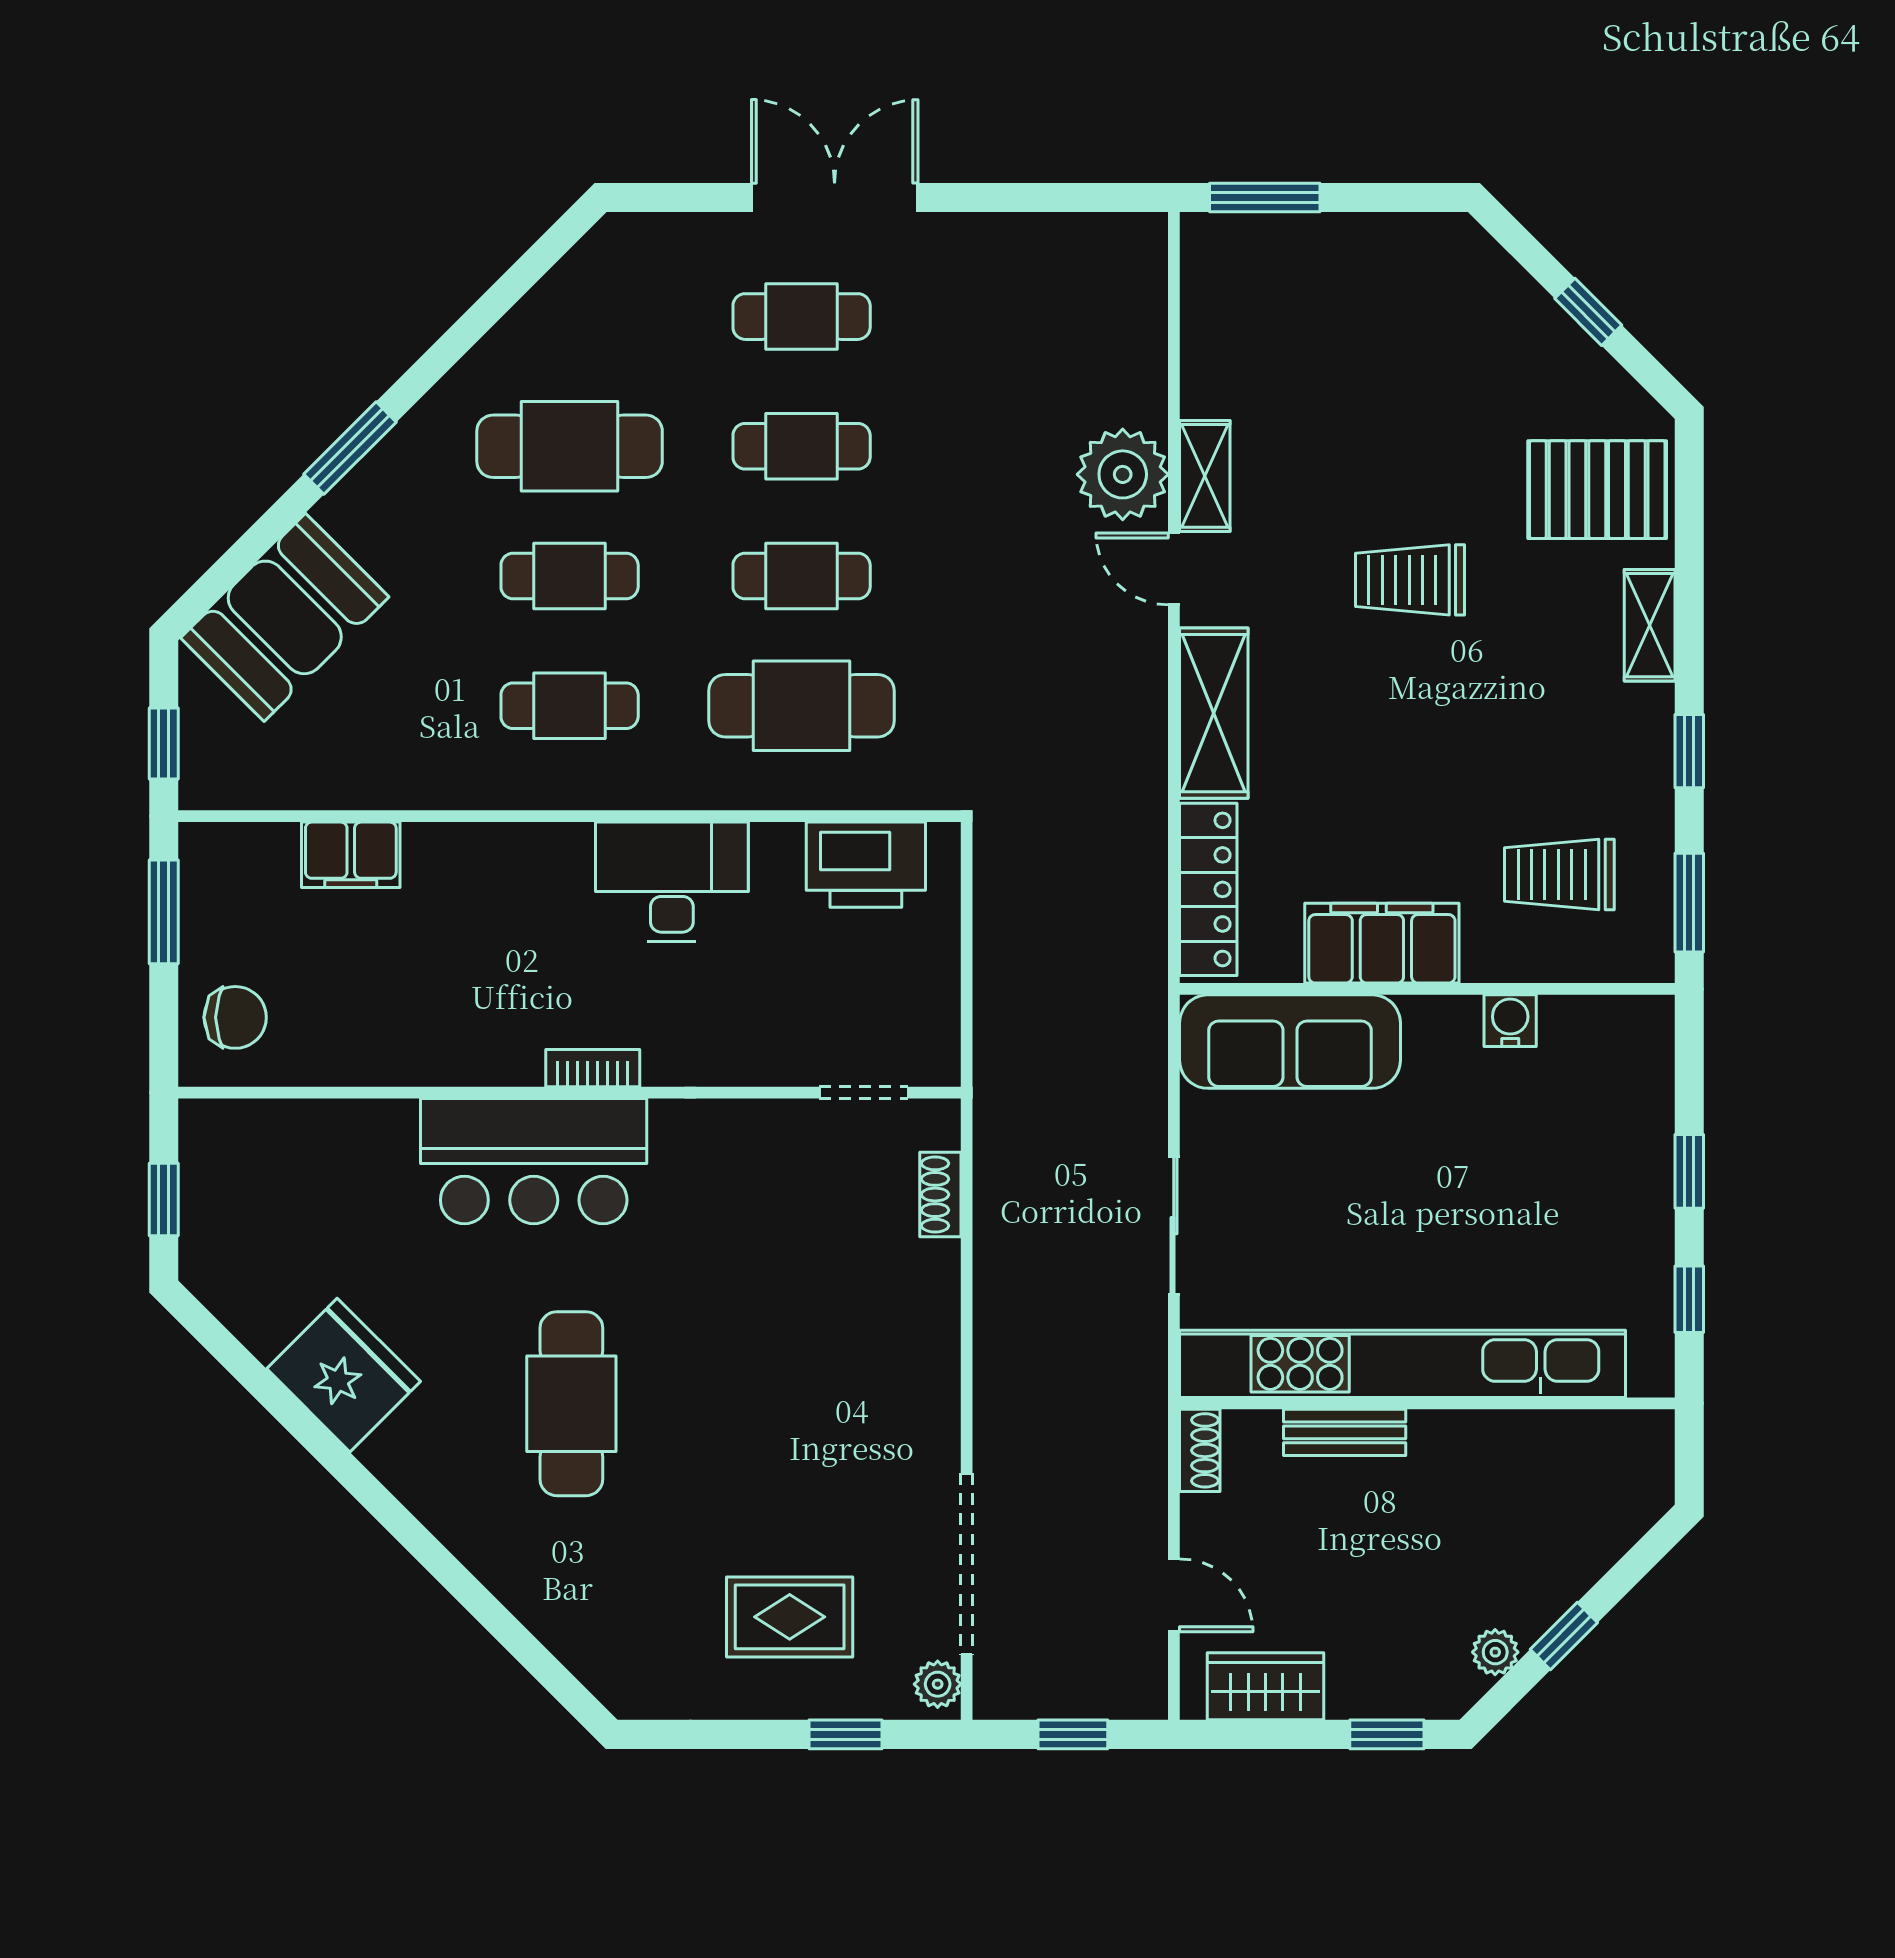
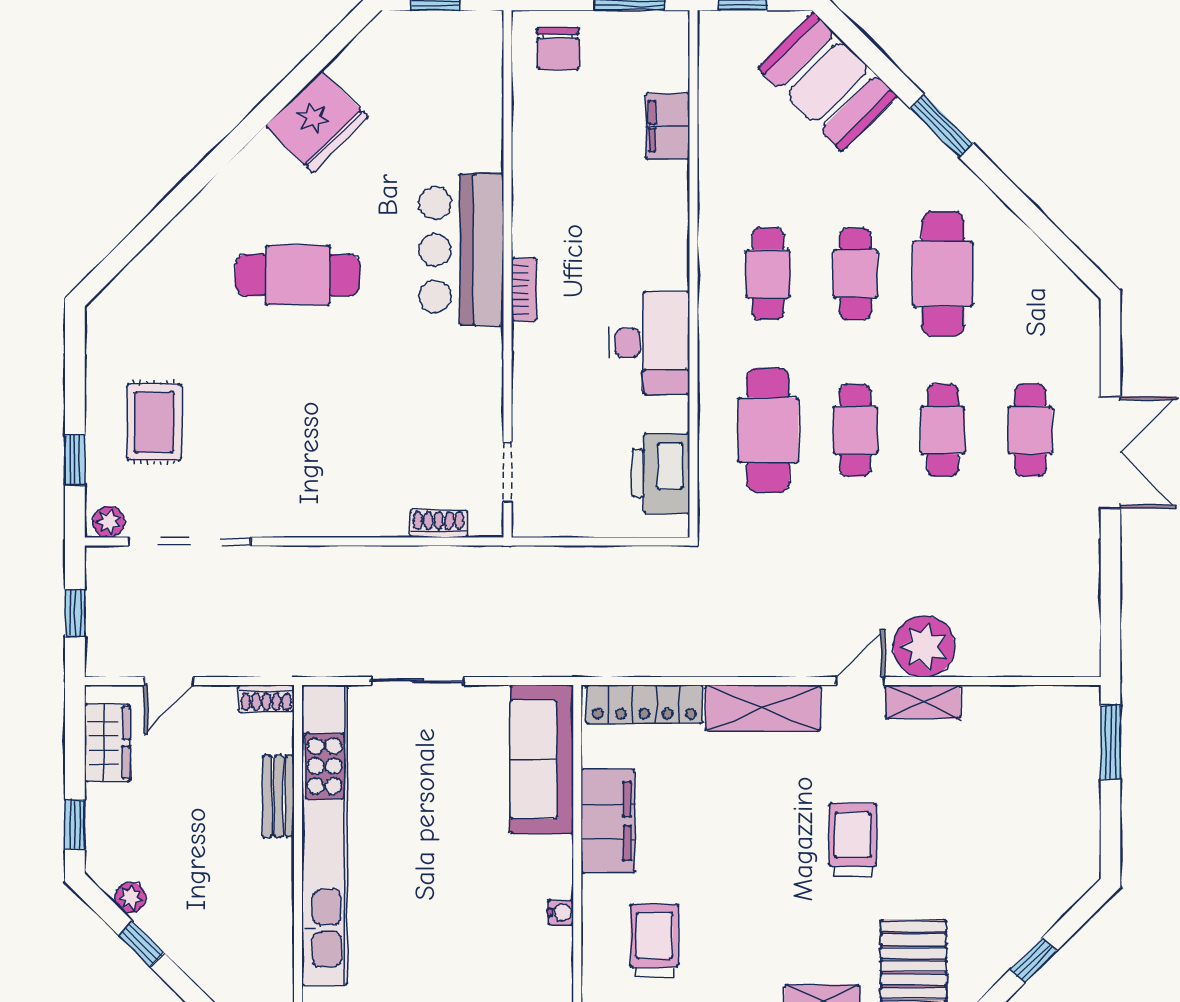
water cooler: (1510, 1021) -> (561, 912), width x0.72, depth x0.72

